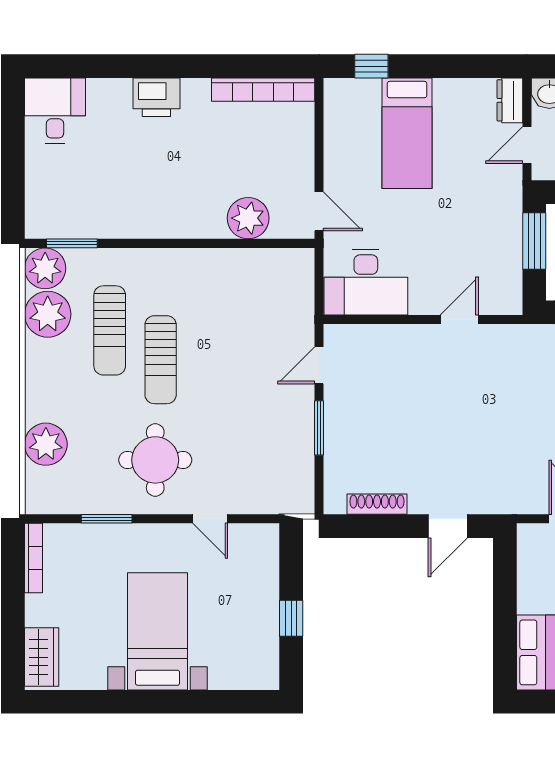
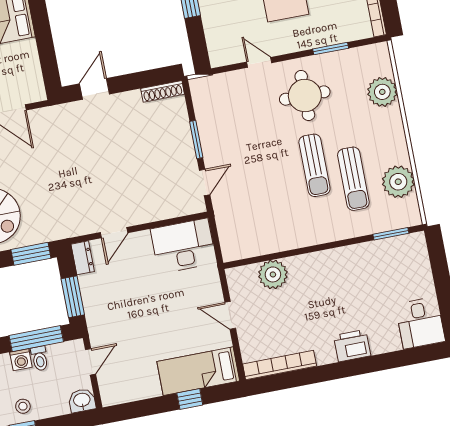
window: (371, 66) -> (190, 399), moved
dresser: (510, 100) -> (83, 258), moved
bed: (407, 133) -> (198, 371), moved, turned -90
door: (319, 211) -> (230, 315), moved
plant: (45, 268) -> (406, 213), removed
sun lounger: (110, 330) -> (353, 179), turned 180
sun lounger: (161, 360) -> (314, 165), turned 180
shoe rack: (377, 504) -> (163, 91), moved

